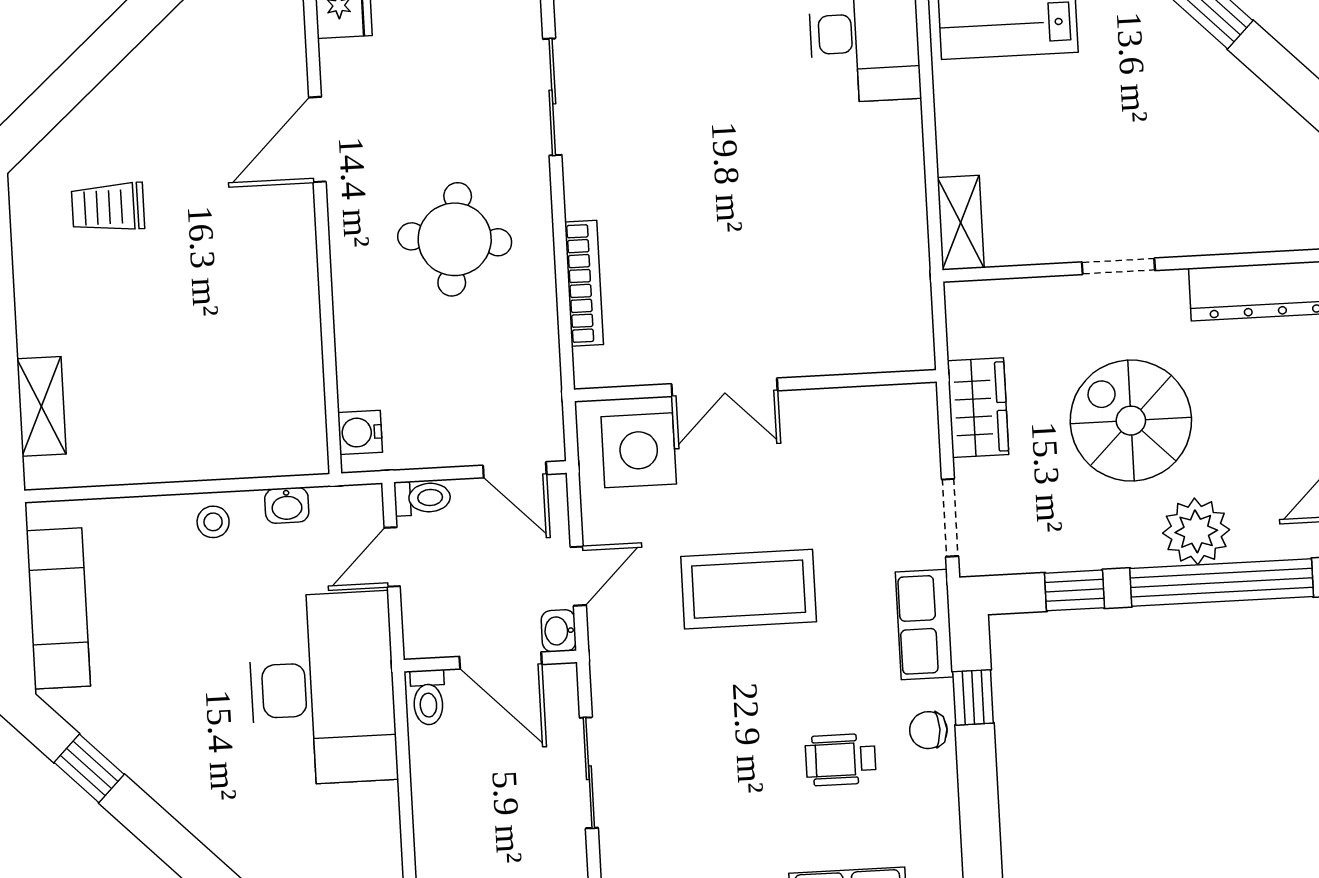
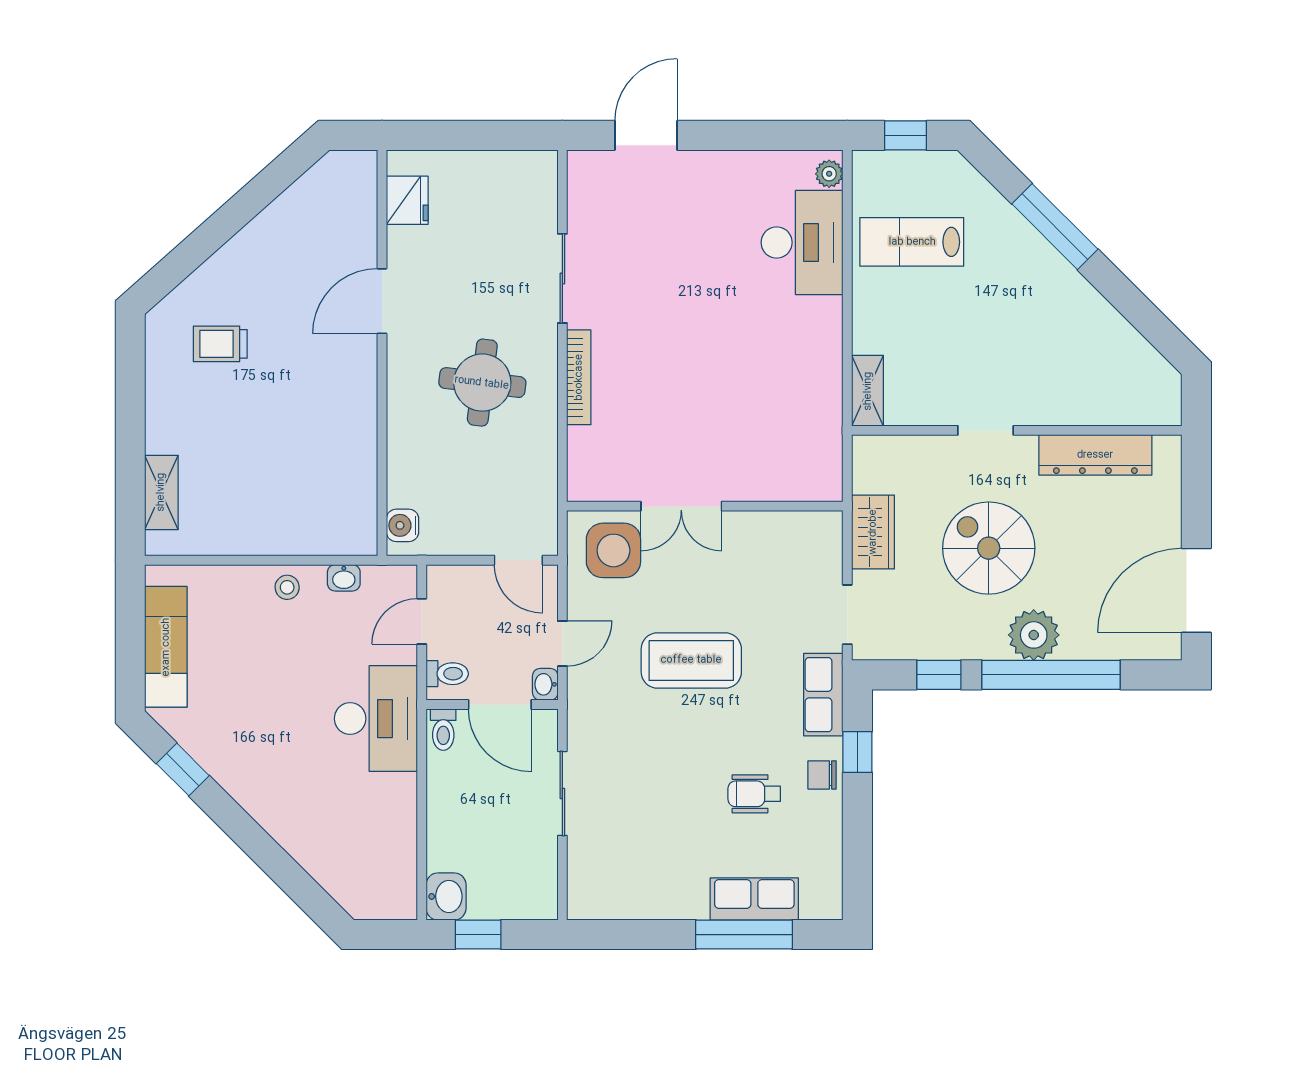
bookcase: (584, 283) -> (579, 377), moved
toilet: (422, 498) -> (447, 674), moved
desk: (322, 689) -> (376, 719), width x0.73, depth x0.77

